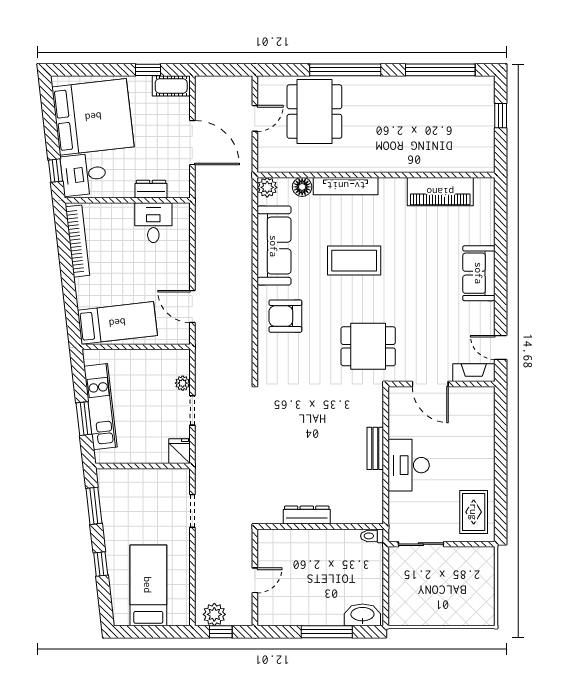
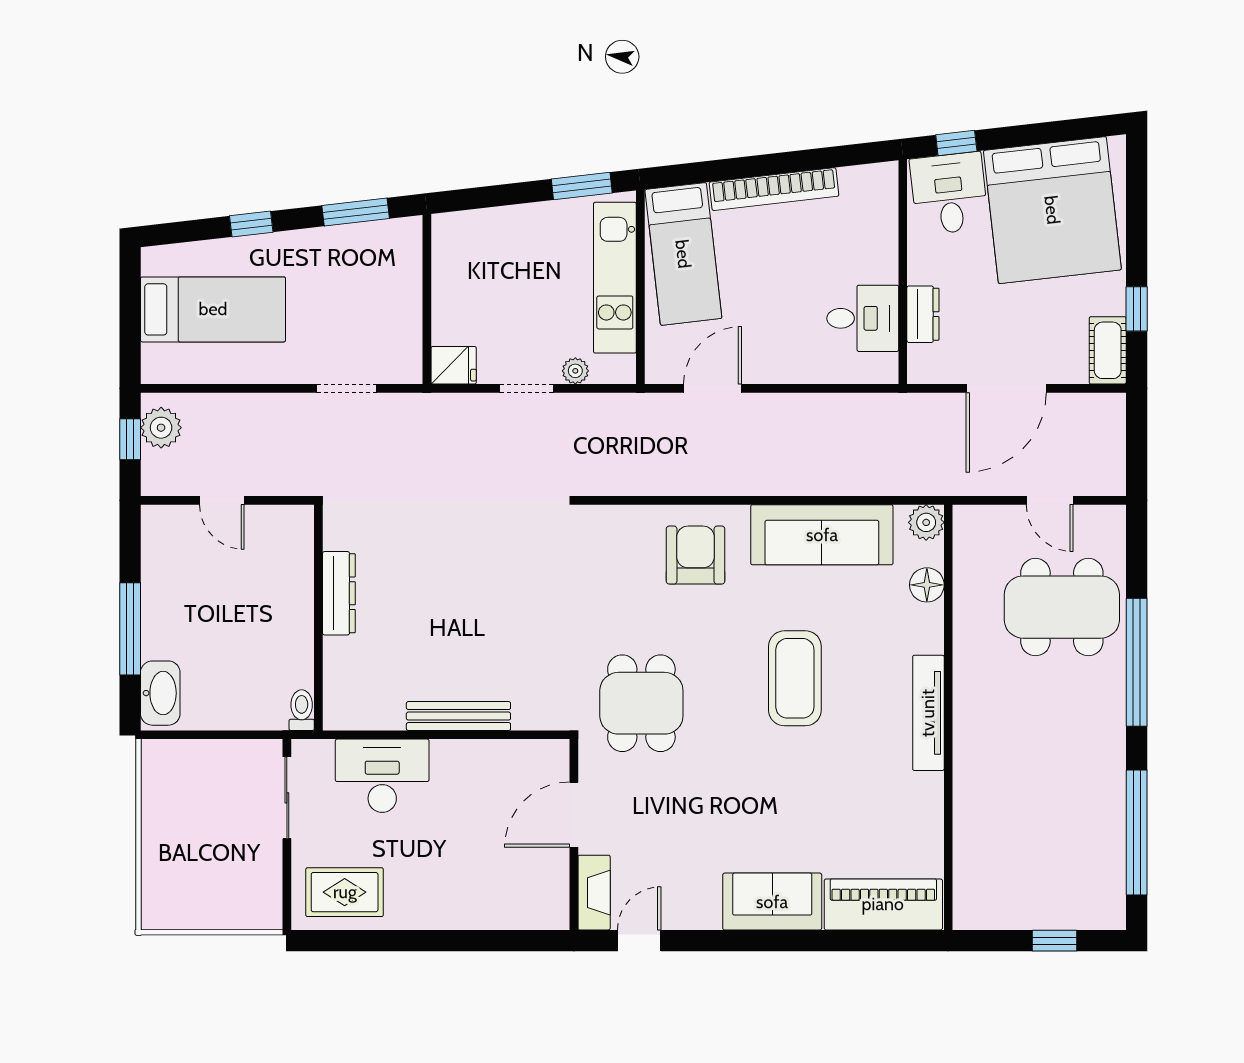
tv unit: (346, 186) -> (928, 713), moved
piano: (440, 192) -> (883, 904), moved, turned 90
bookcase: (78, 241) -> (774, 189), moved
kitchen unit: (100, 407) -> (615, 278), moved, turned 97
window: (84, 419) -> (582, 186), moved
bench: (375, 448) -> (458, 716), width x1.36
desk: (409, 465) -> (382, 776), moved

